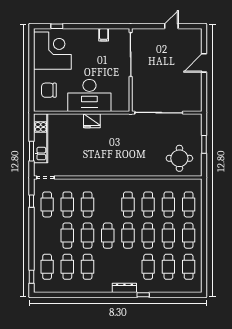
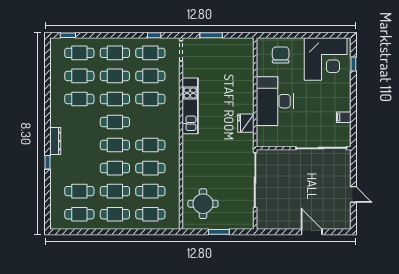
fridge: (92, 121) -> (246, 123), moved
kitchen unit: (41, 138) -> (190, 106), moved, turned -90
cafe table: (148, 267) -> (115, 53), moved

